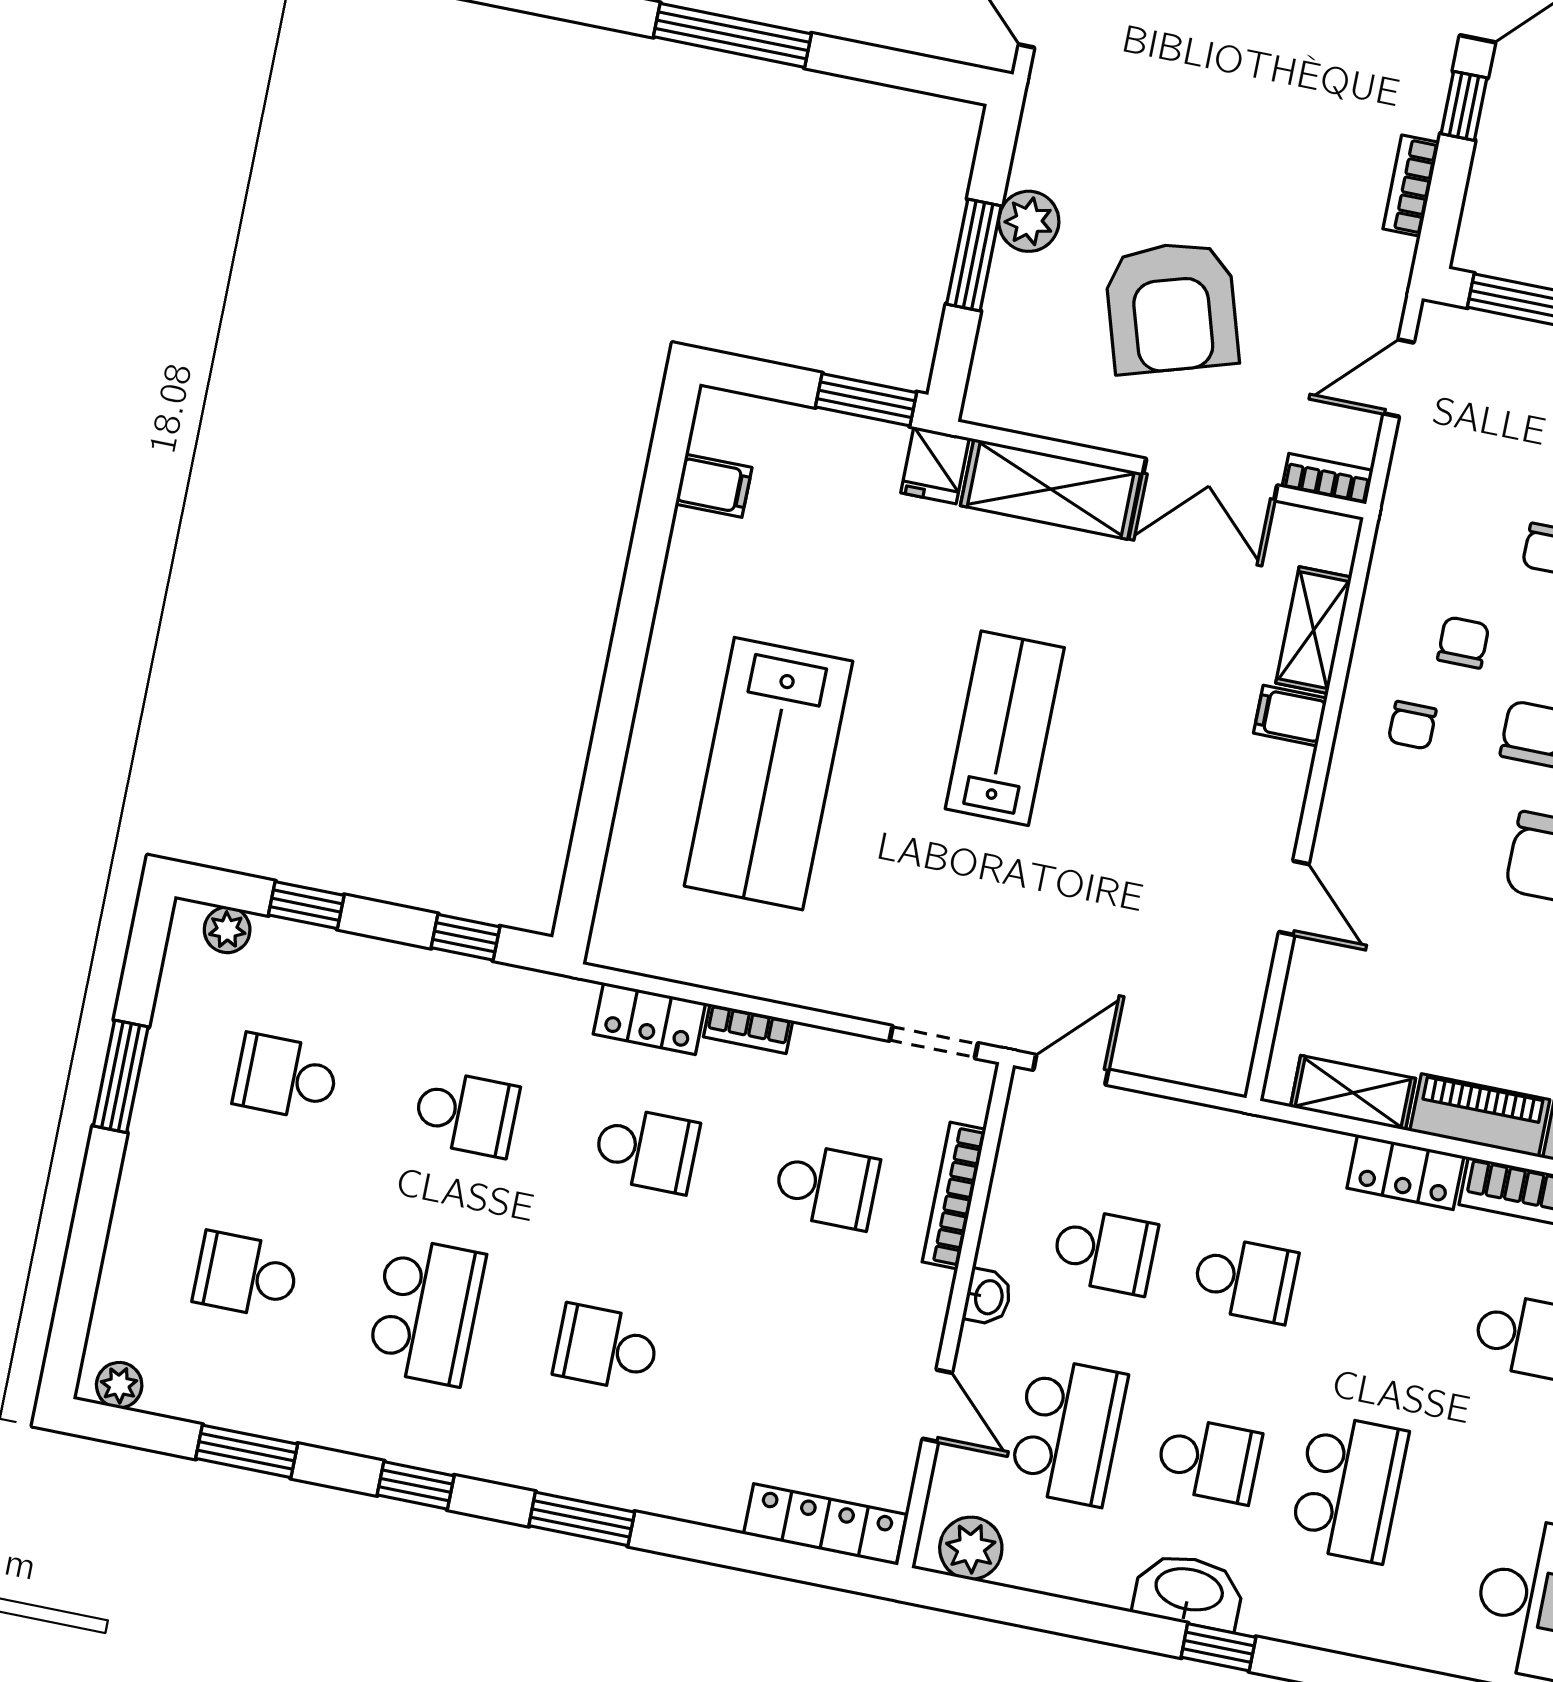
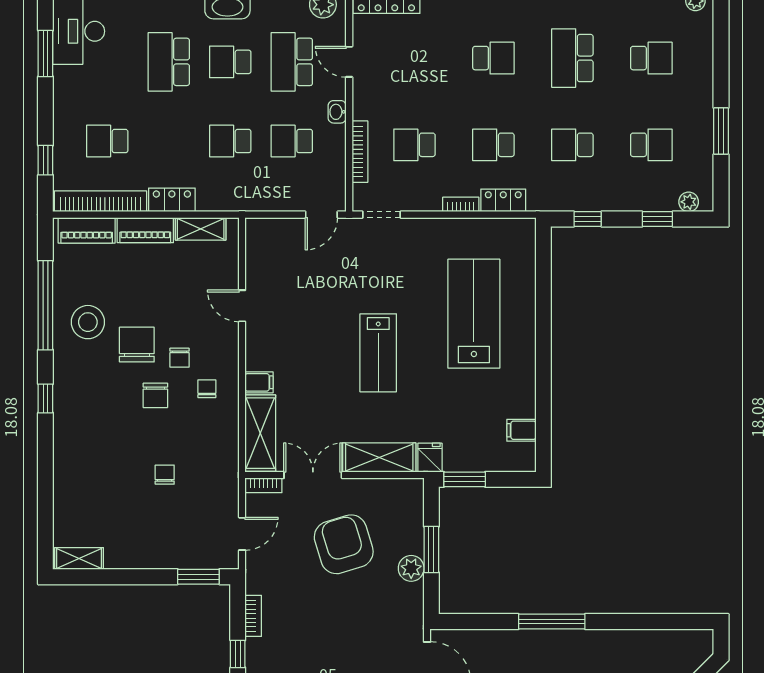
shelving: (1314, 630) -> (260, 433), width x1.50, depth x1.33
chair: (1463, 643) -> (180, 358), moved

